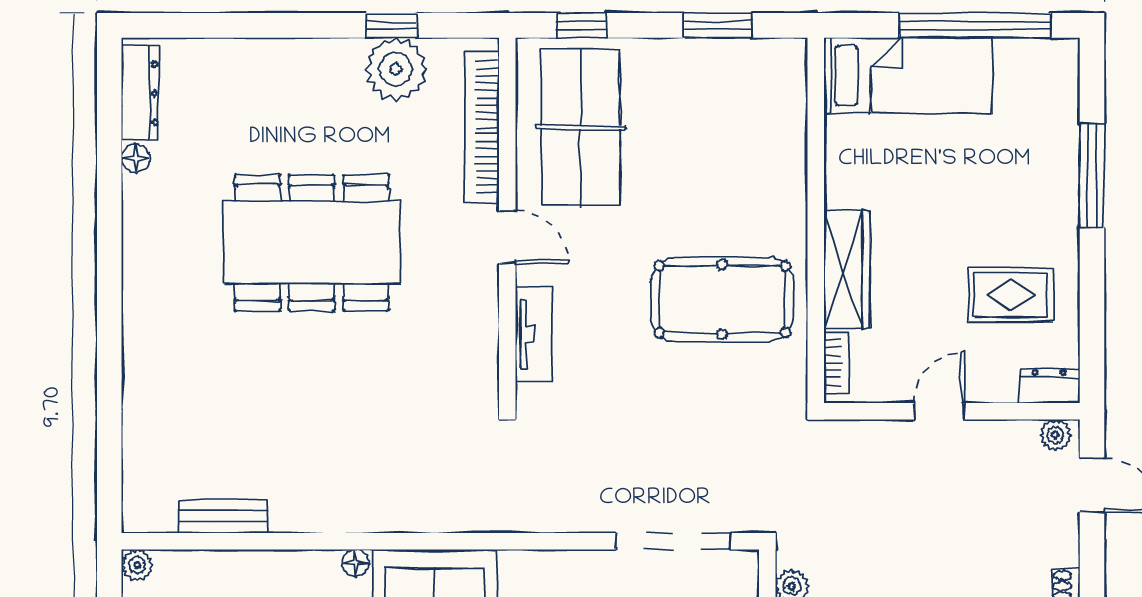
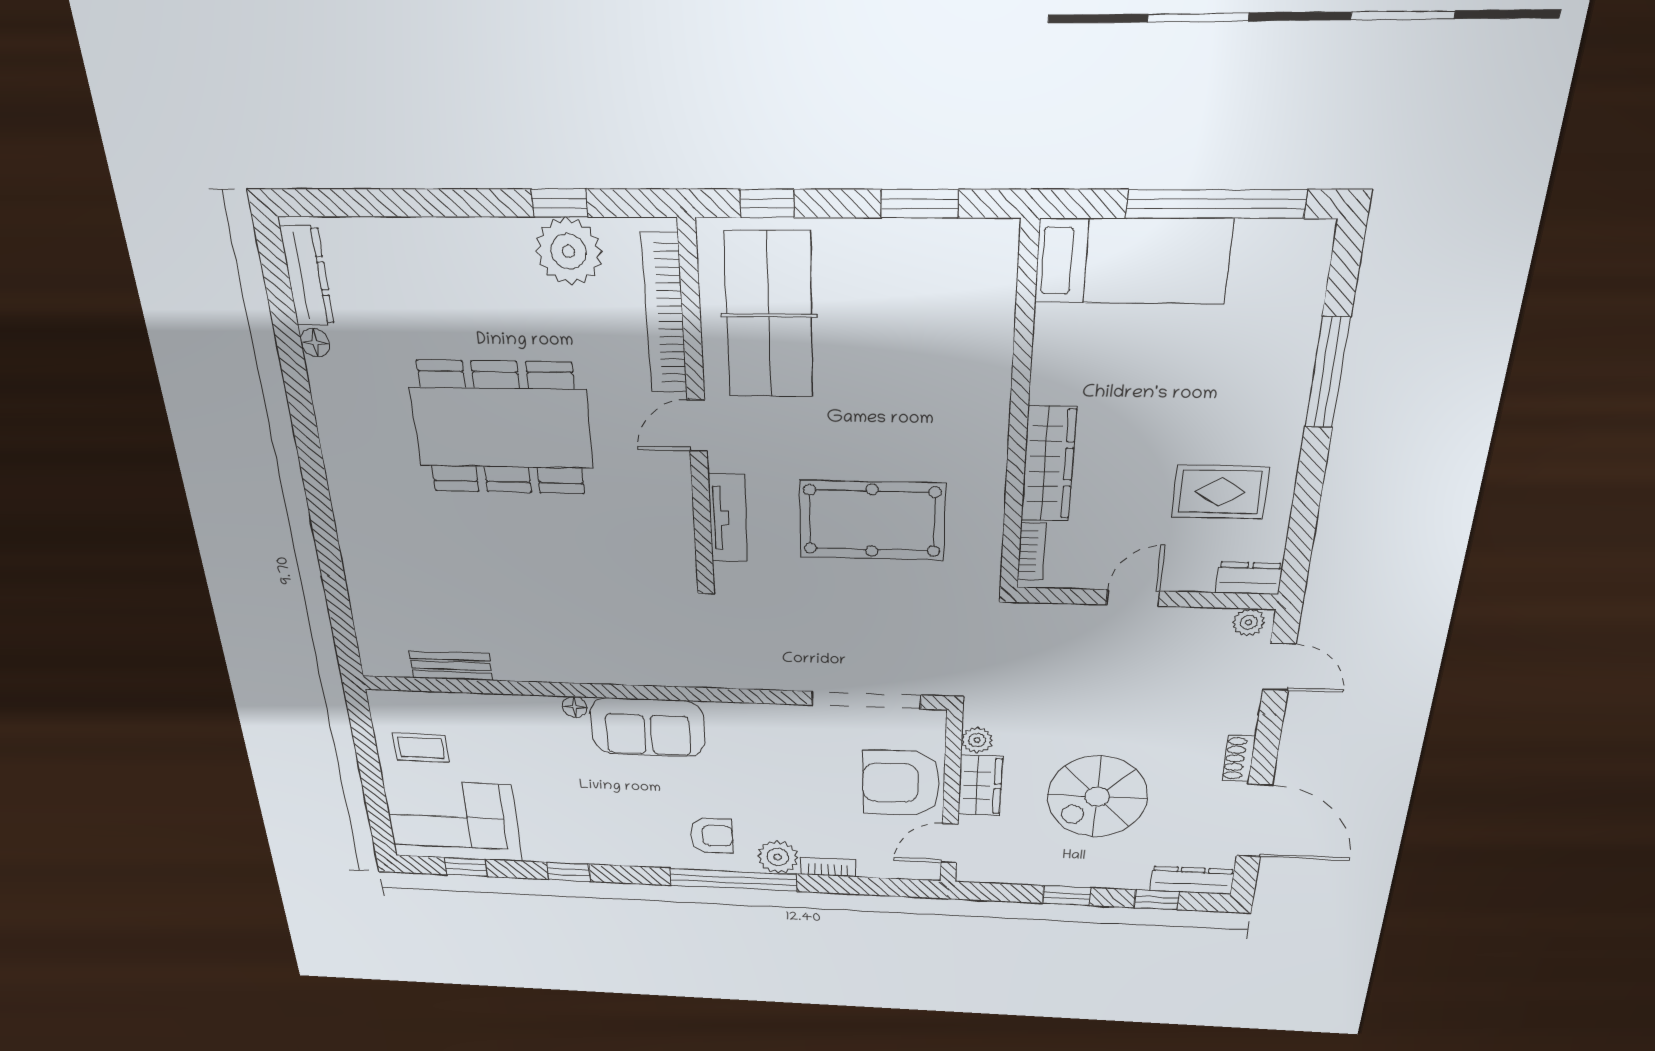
door: (507, 237) -> (697, 426), swing flipped
pool table: (722, 299) -> (872, 520), moved
plant: (137, 565) -> (381, 702), removed

